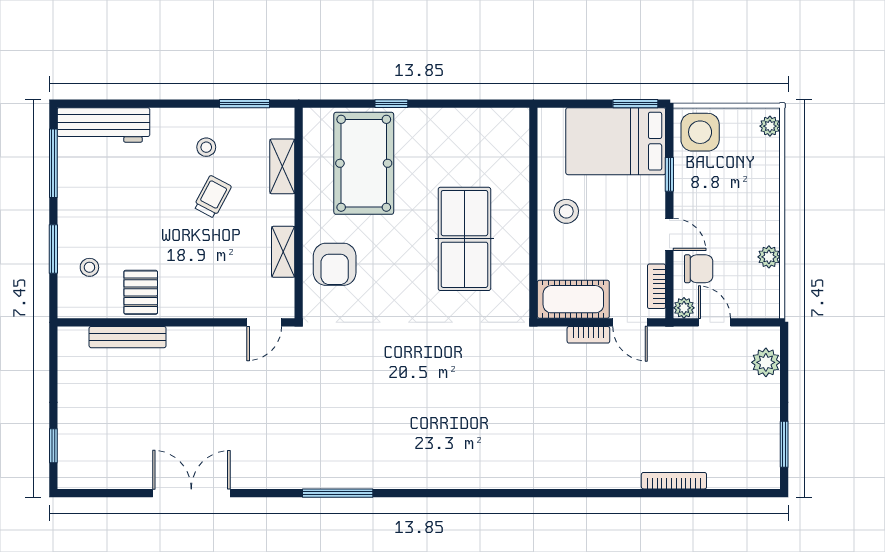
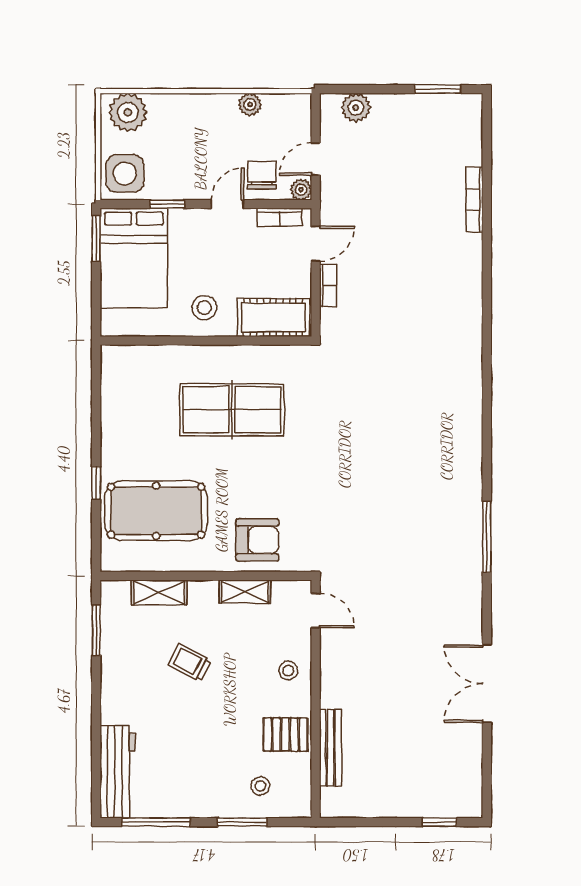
plant: (770, 126) -> (128, 112), width x1.88, depth x1.88
stool: (206, 147) -> (288, 671), moved
cot: (573, 299) -> (273, 317), moved, turned 90

